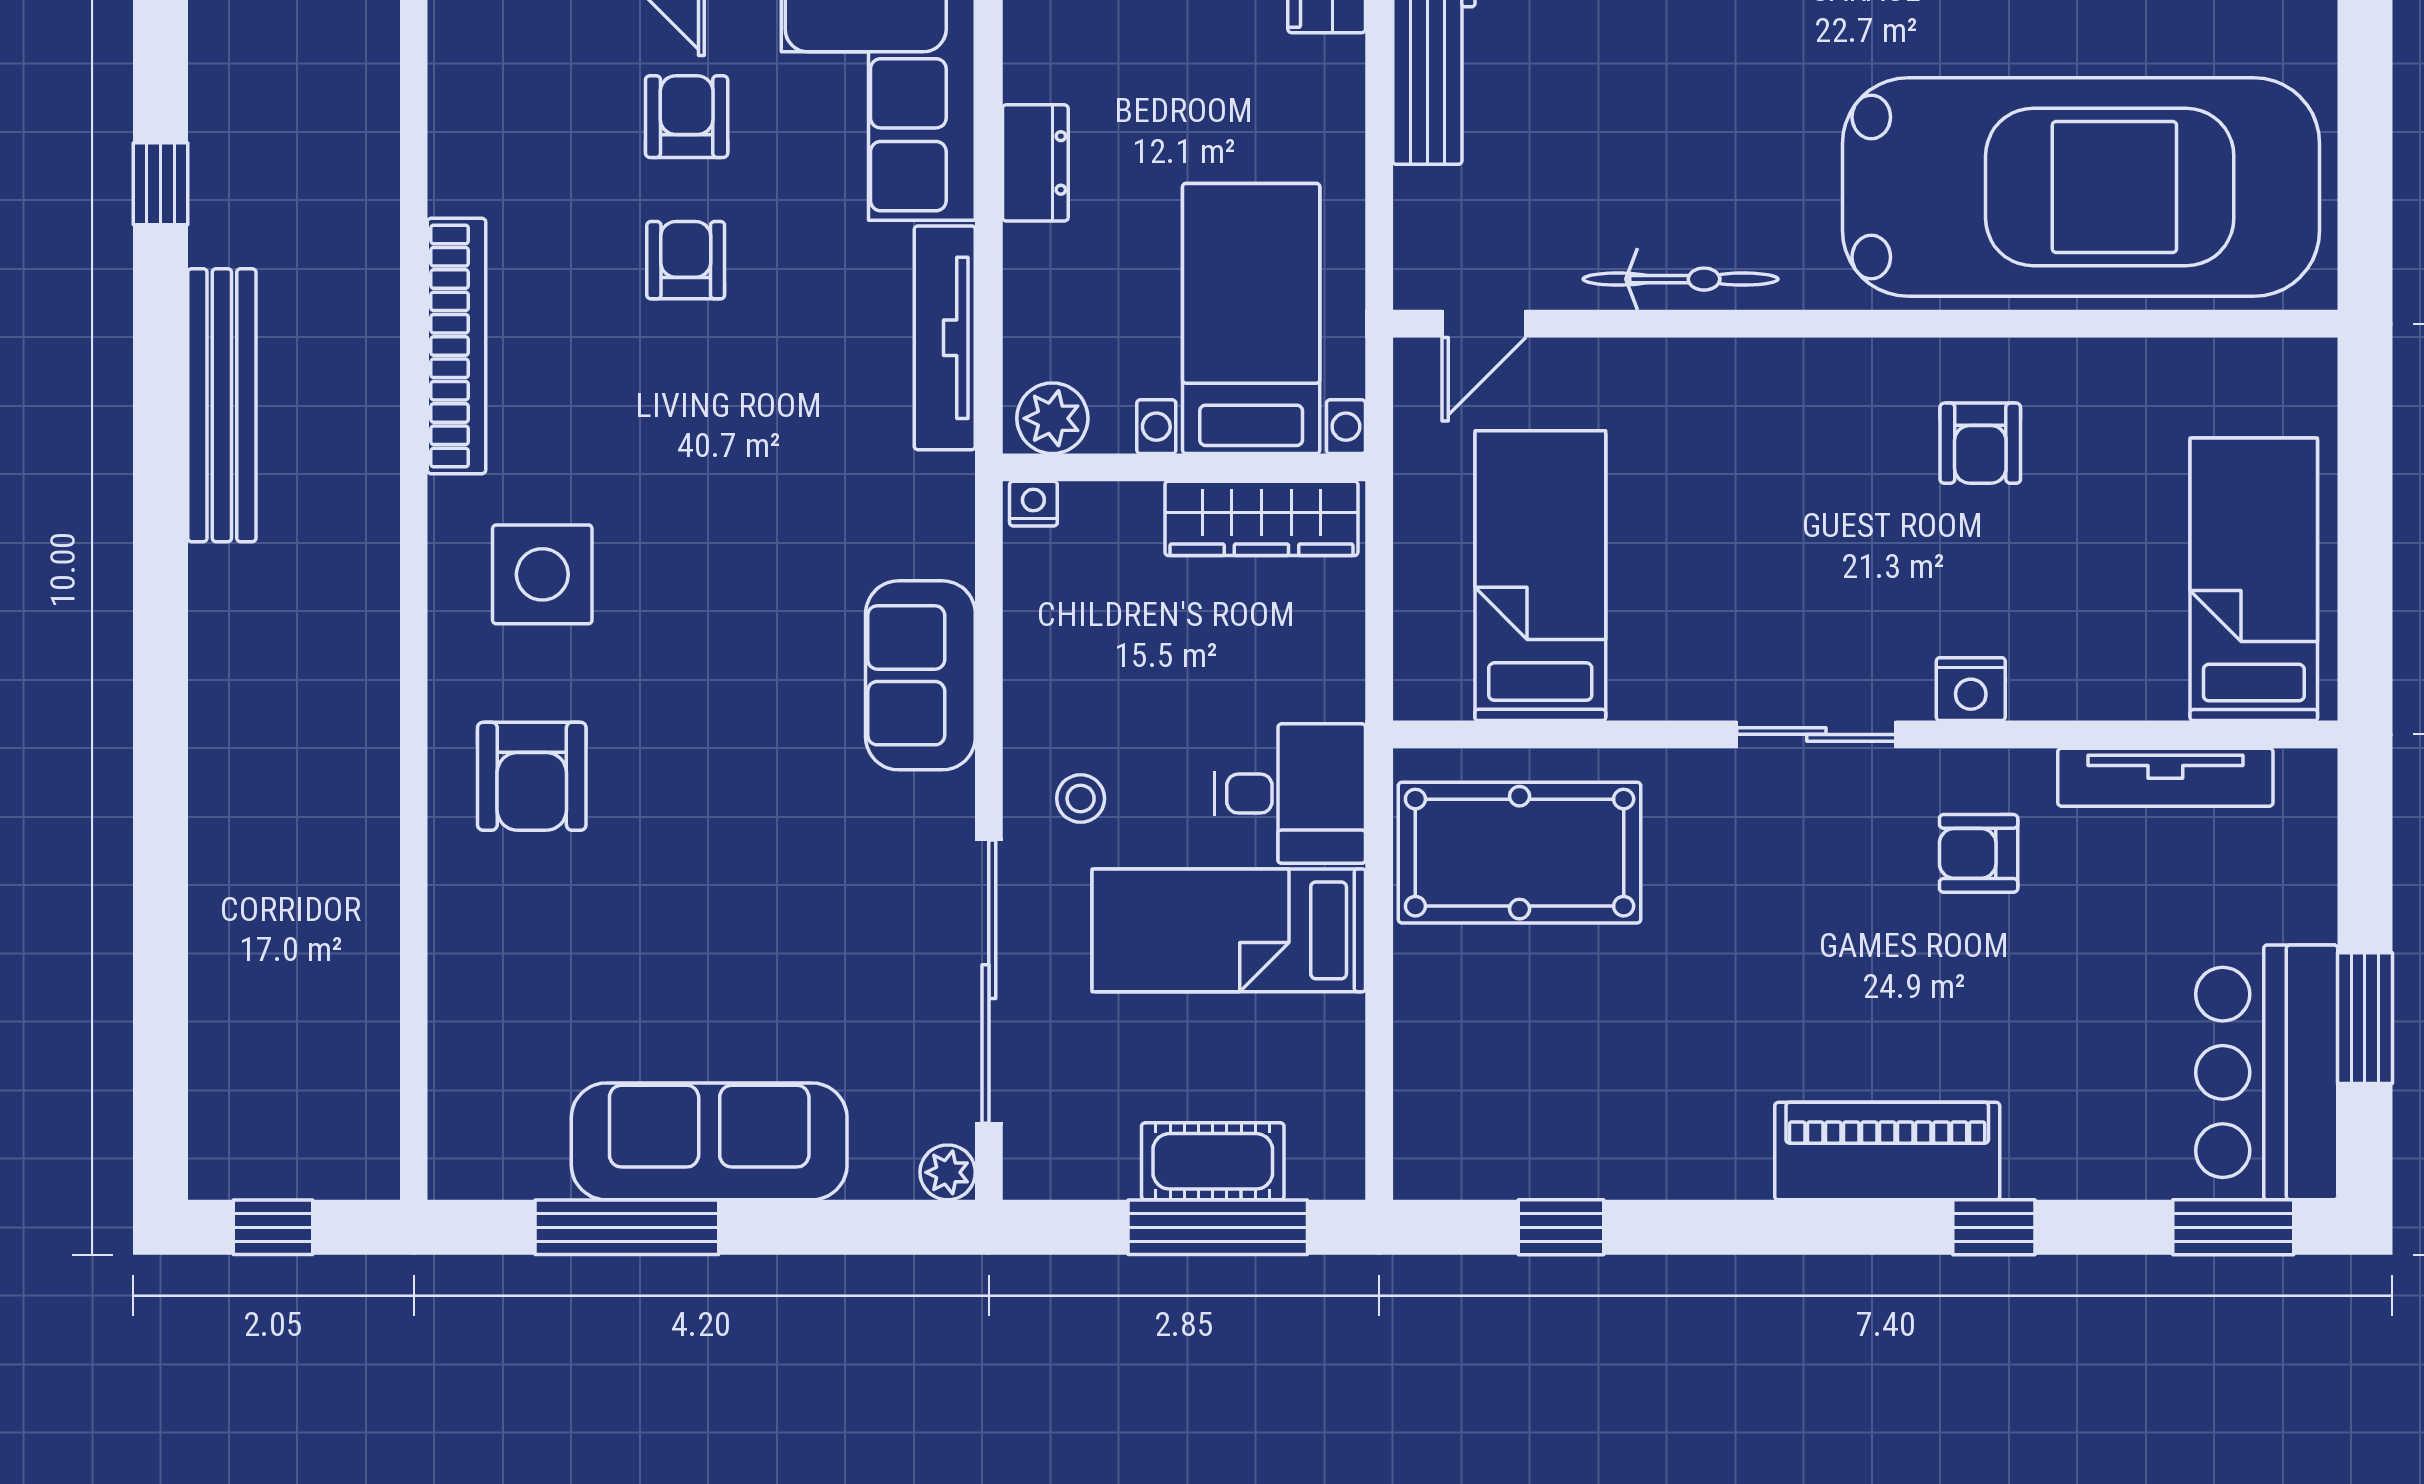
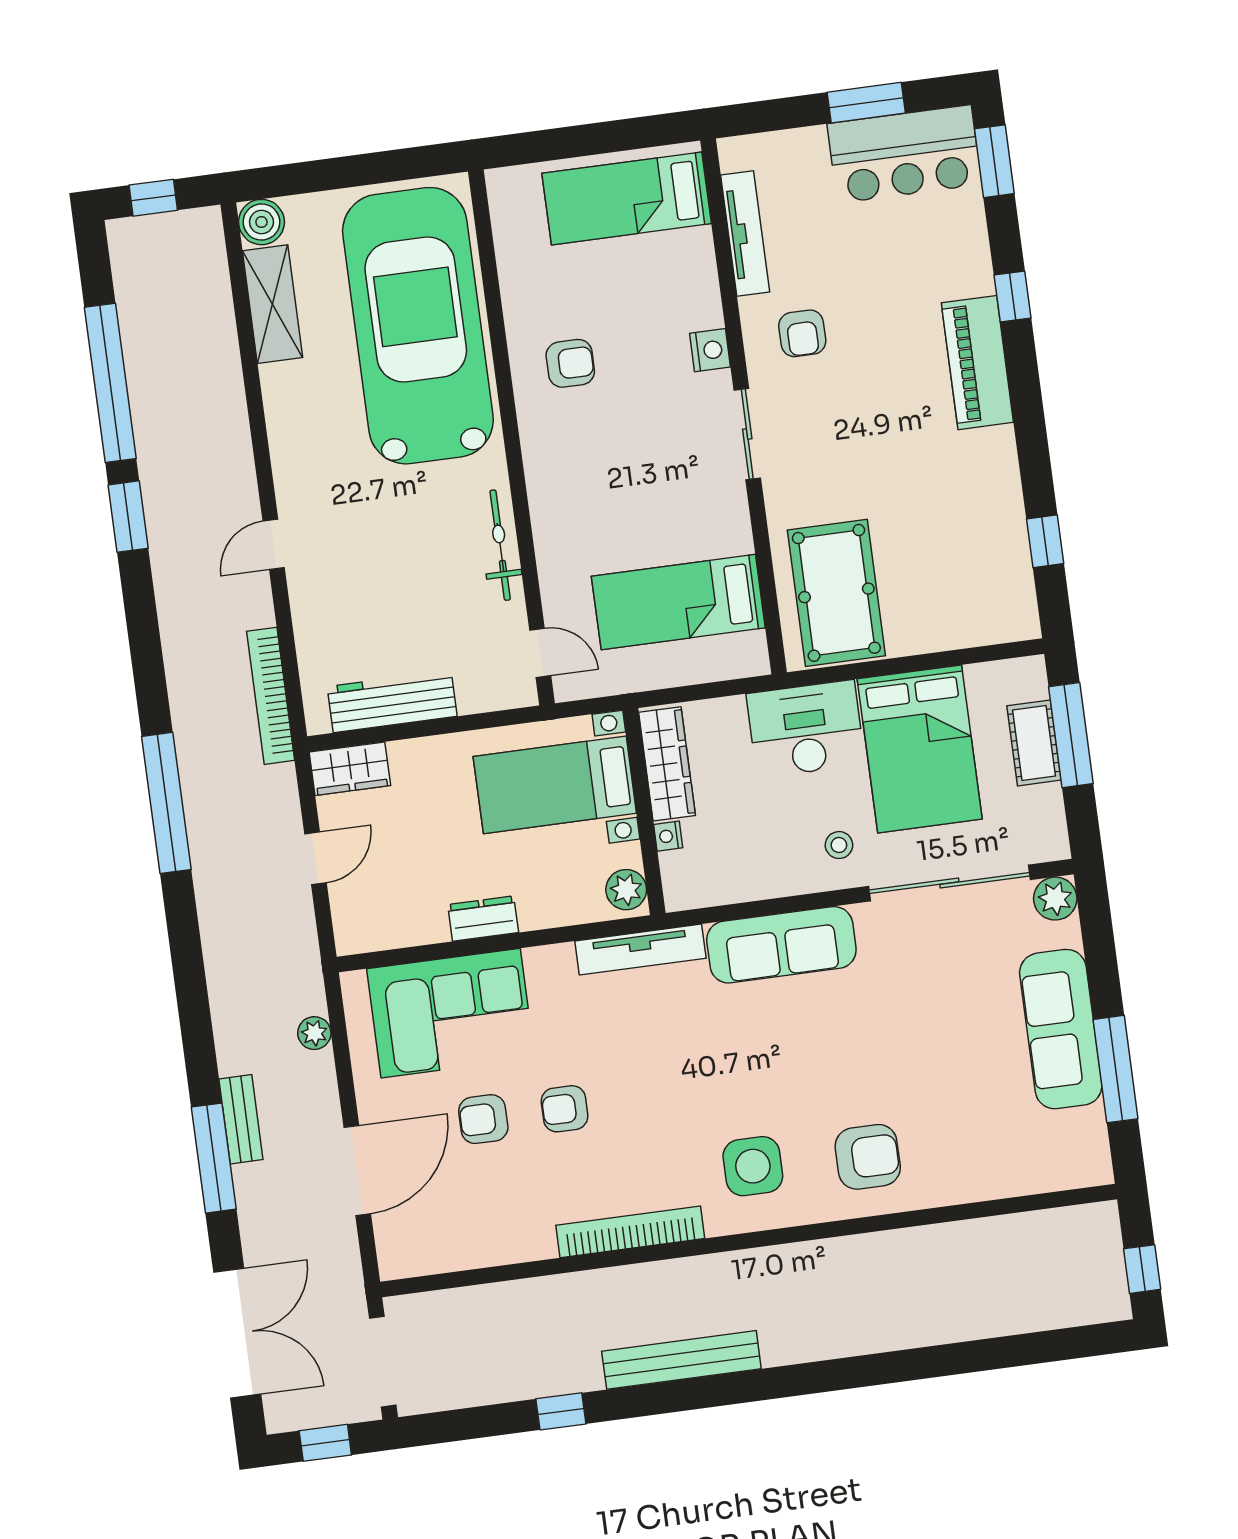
tv unit: (945, 338) -> (640, 950), moved
nightstand: (1033, 504) -> (668, 836), moved
sofa: (920, 675) -> (781, 945), width x1.36
desk: (1290, 794) -> (806, 729), width x1.37
bed: (1229, 930) -> (920, 749), width x1.50
plant: (948, 1172) -> (1055, 899), width x1.38, depth x1.38

